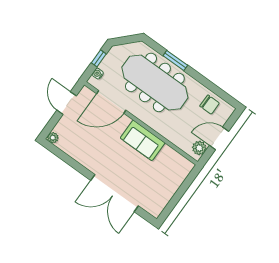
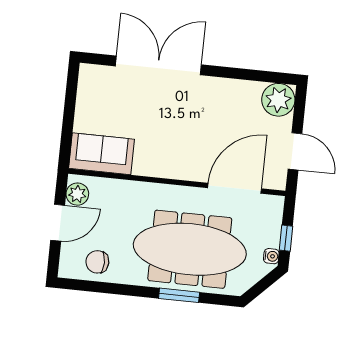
water cooler: (98, 74) -> (271, 256), moved
plant: (53, 138) -> (278, 100), width x1.87, depth x1.87
sofa: (143, 140) -> (102, 154), moved

